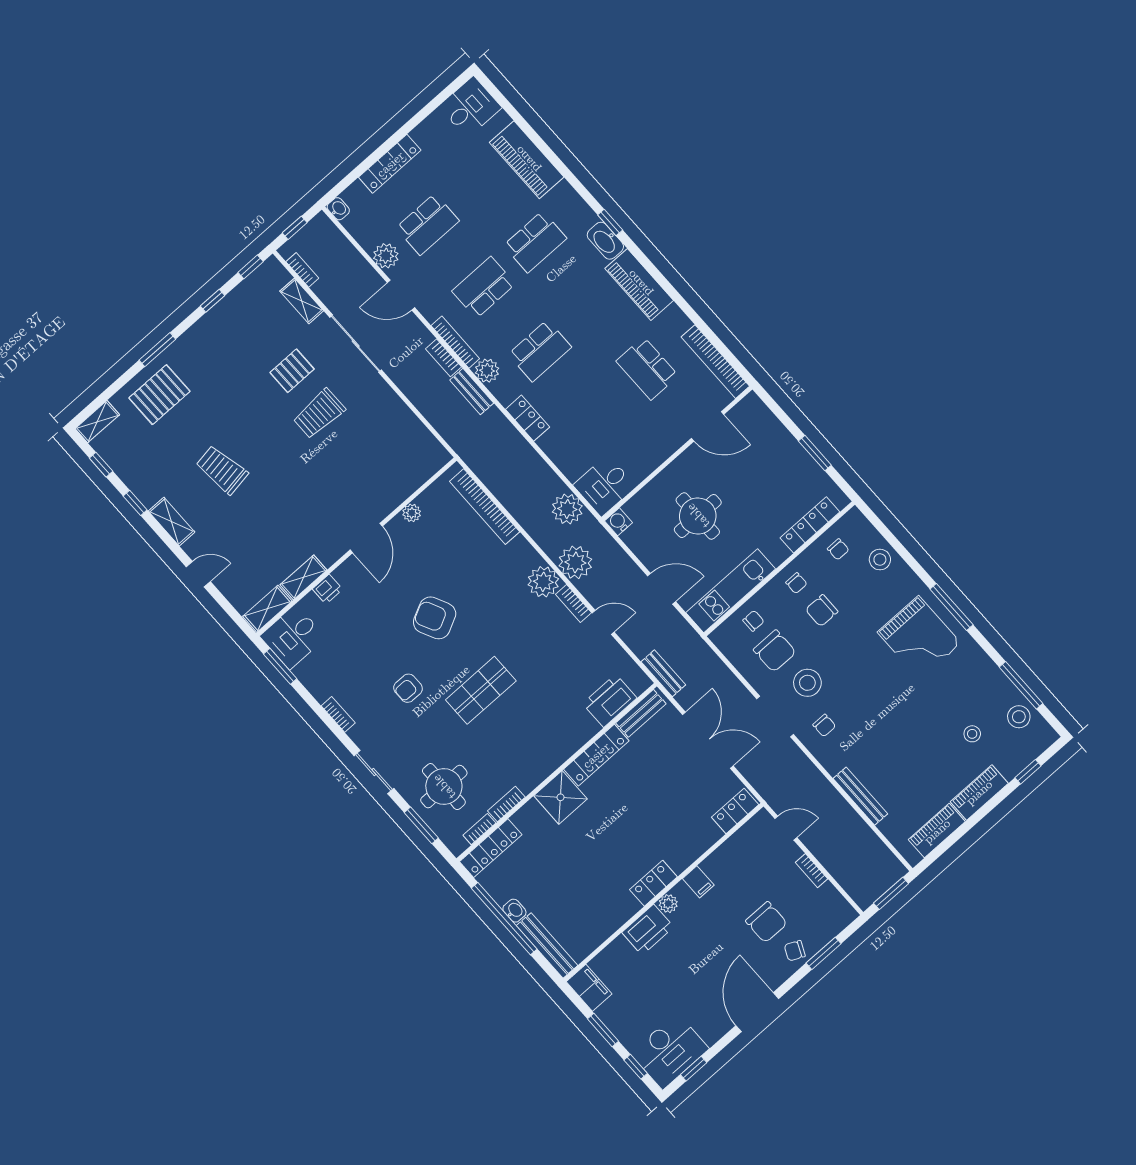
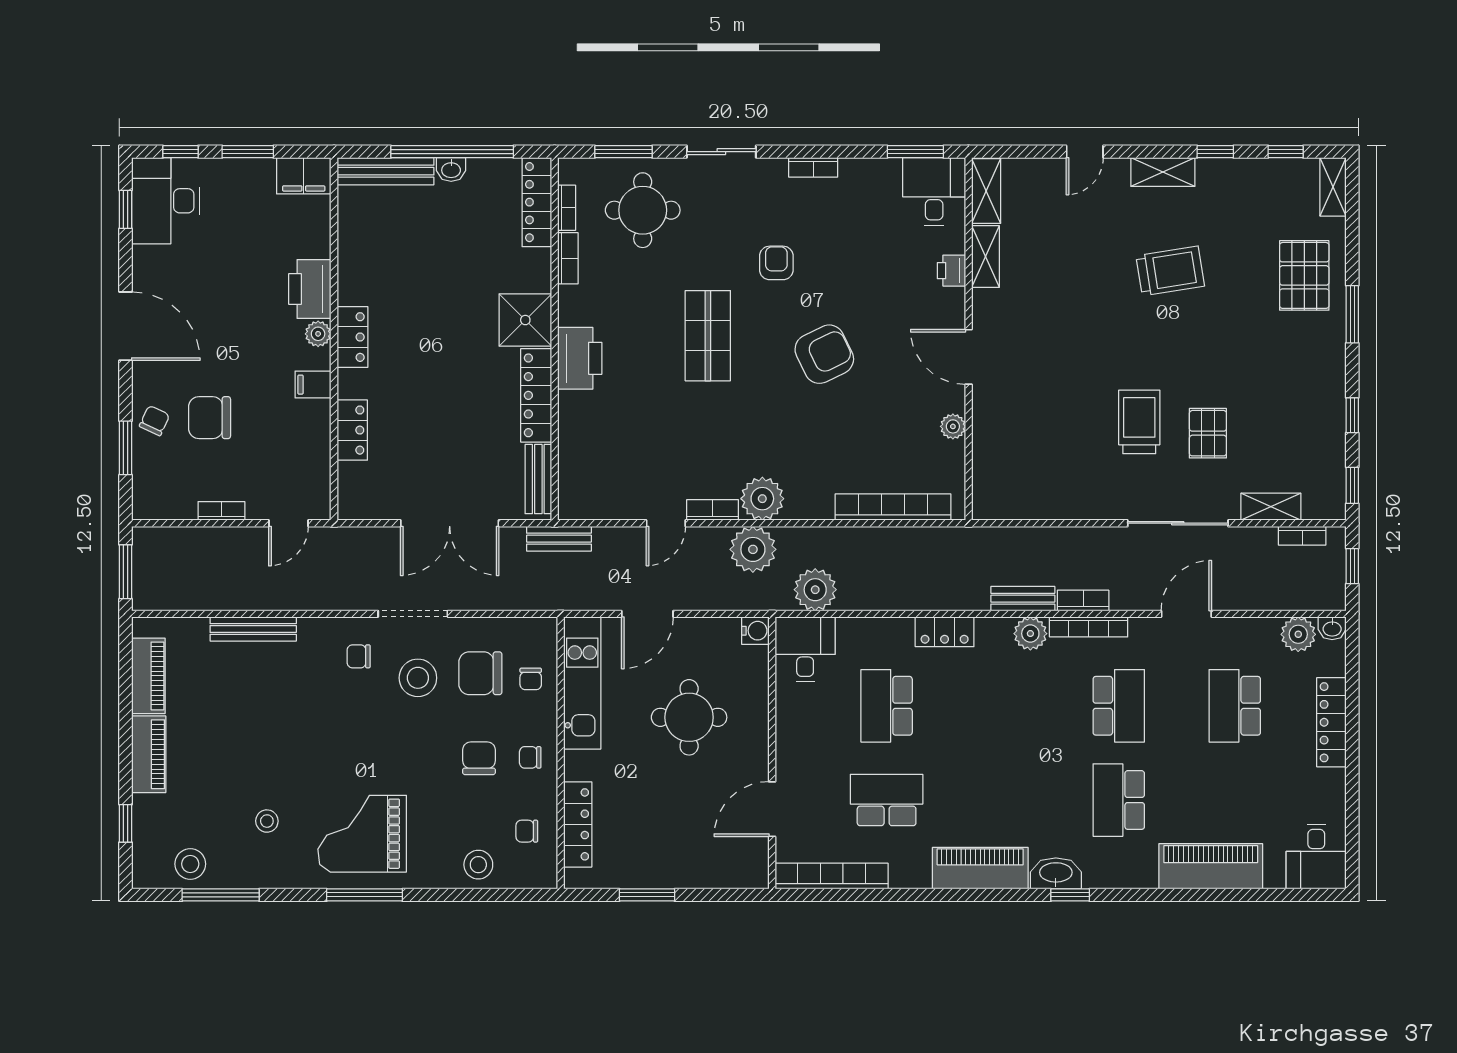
plant: (386, 256) -> (1298, 634), moved
school desk: (540, 351) -> (887, 706), moved
printer: (610, 701) -> (580, 358), moved
stool: (972, 734) -> (267, 821), moved
locker: (735, 811) -> (352, 430), moved

